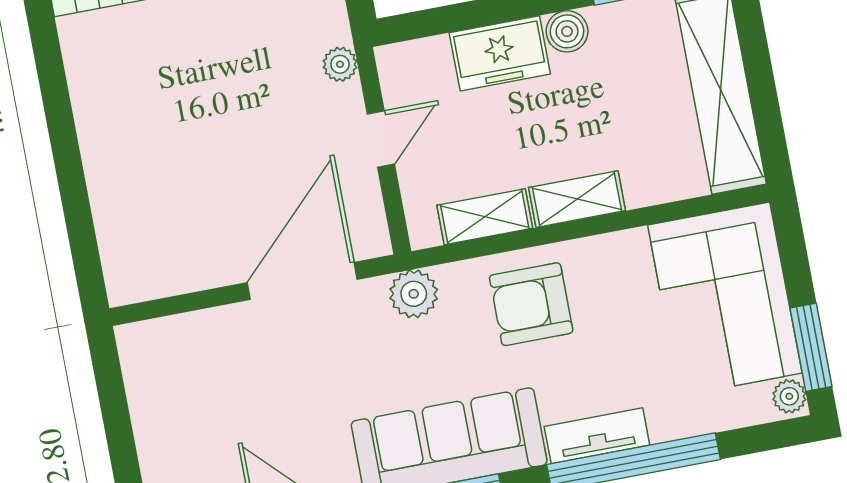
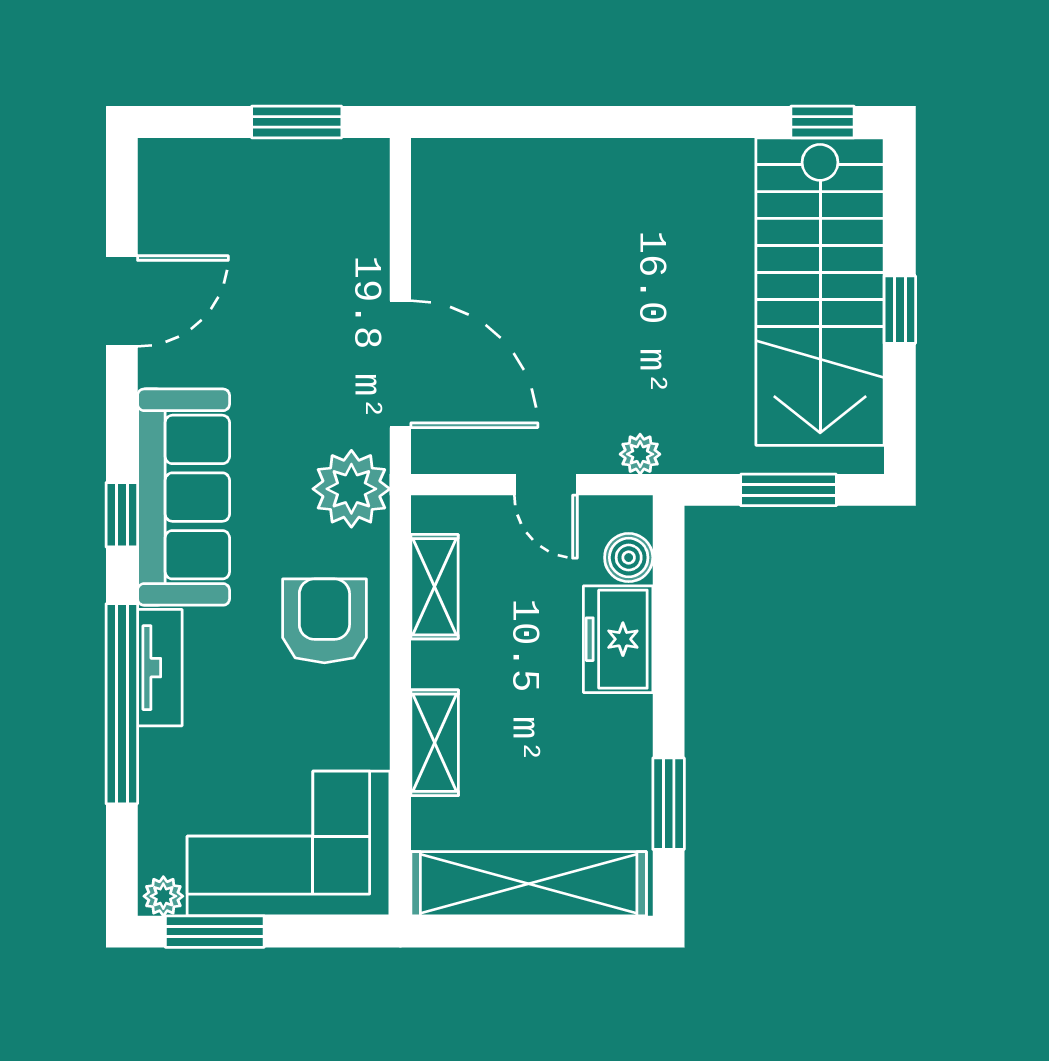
boiler: (567, 31) -> (629, 558), moved
shelving: (577, 199) -> (435, 743), moved
plant: (414, 294) -> (351, 489), width x1.36, depth x1.36
window: (114, 407) -> (297, 122), added

